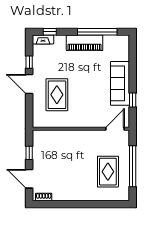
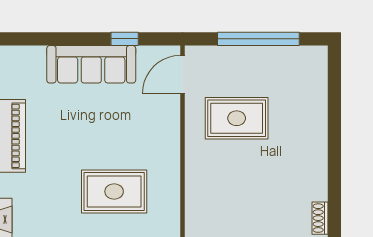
door: (115, 129) -> (183, 74), hinge flipped
rug: (108, 172) -> (237, 118), moved

